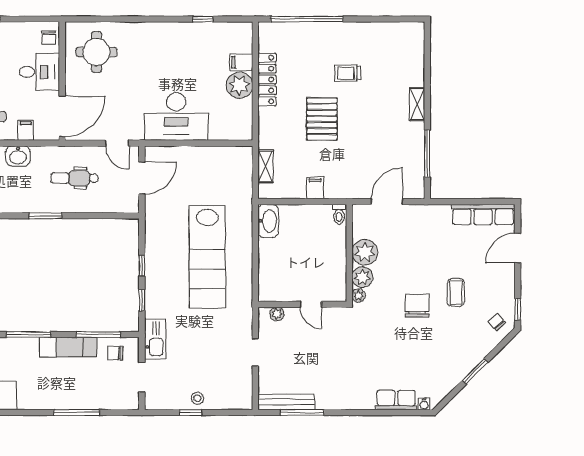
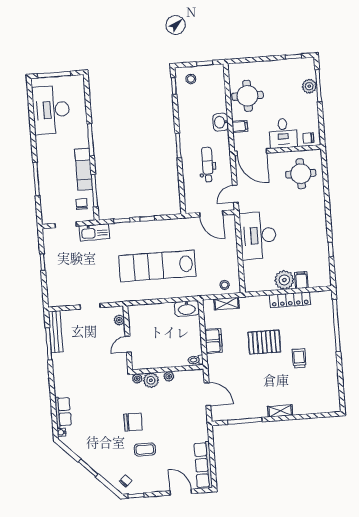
filing cabinet: (315, 188) -> (213, 341), width x2.00
plant: (365, 252) -> (169, 376), width x0.53, depth x0.53
stool: (197, 398) -> (225, 285), moved

